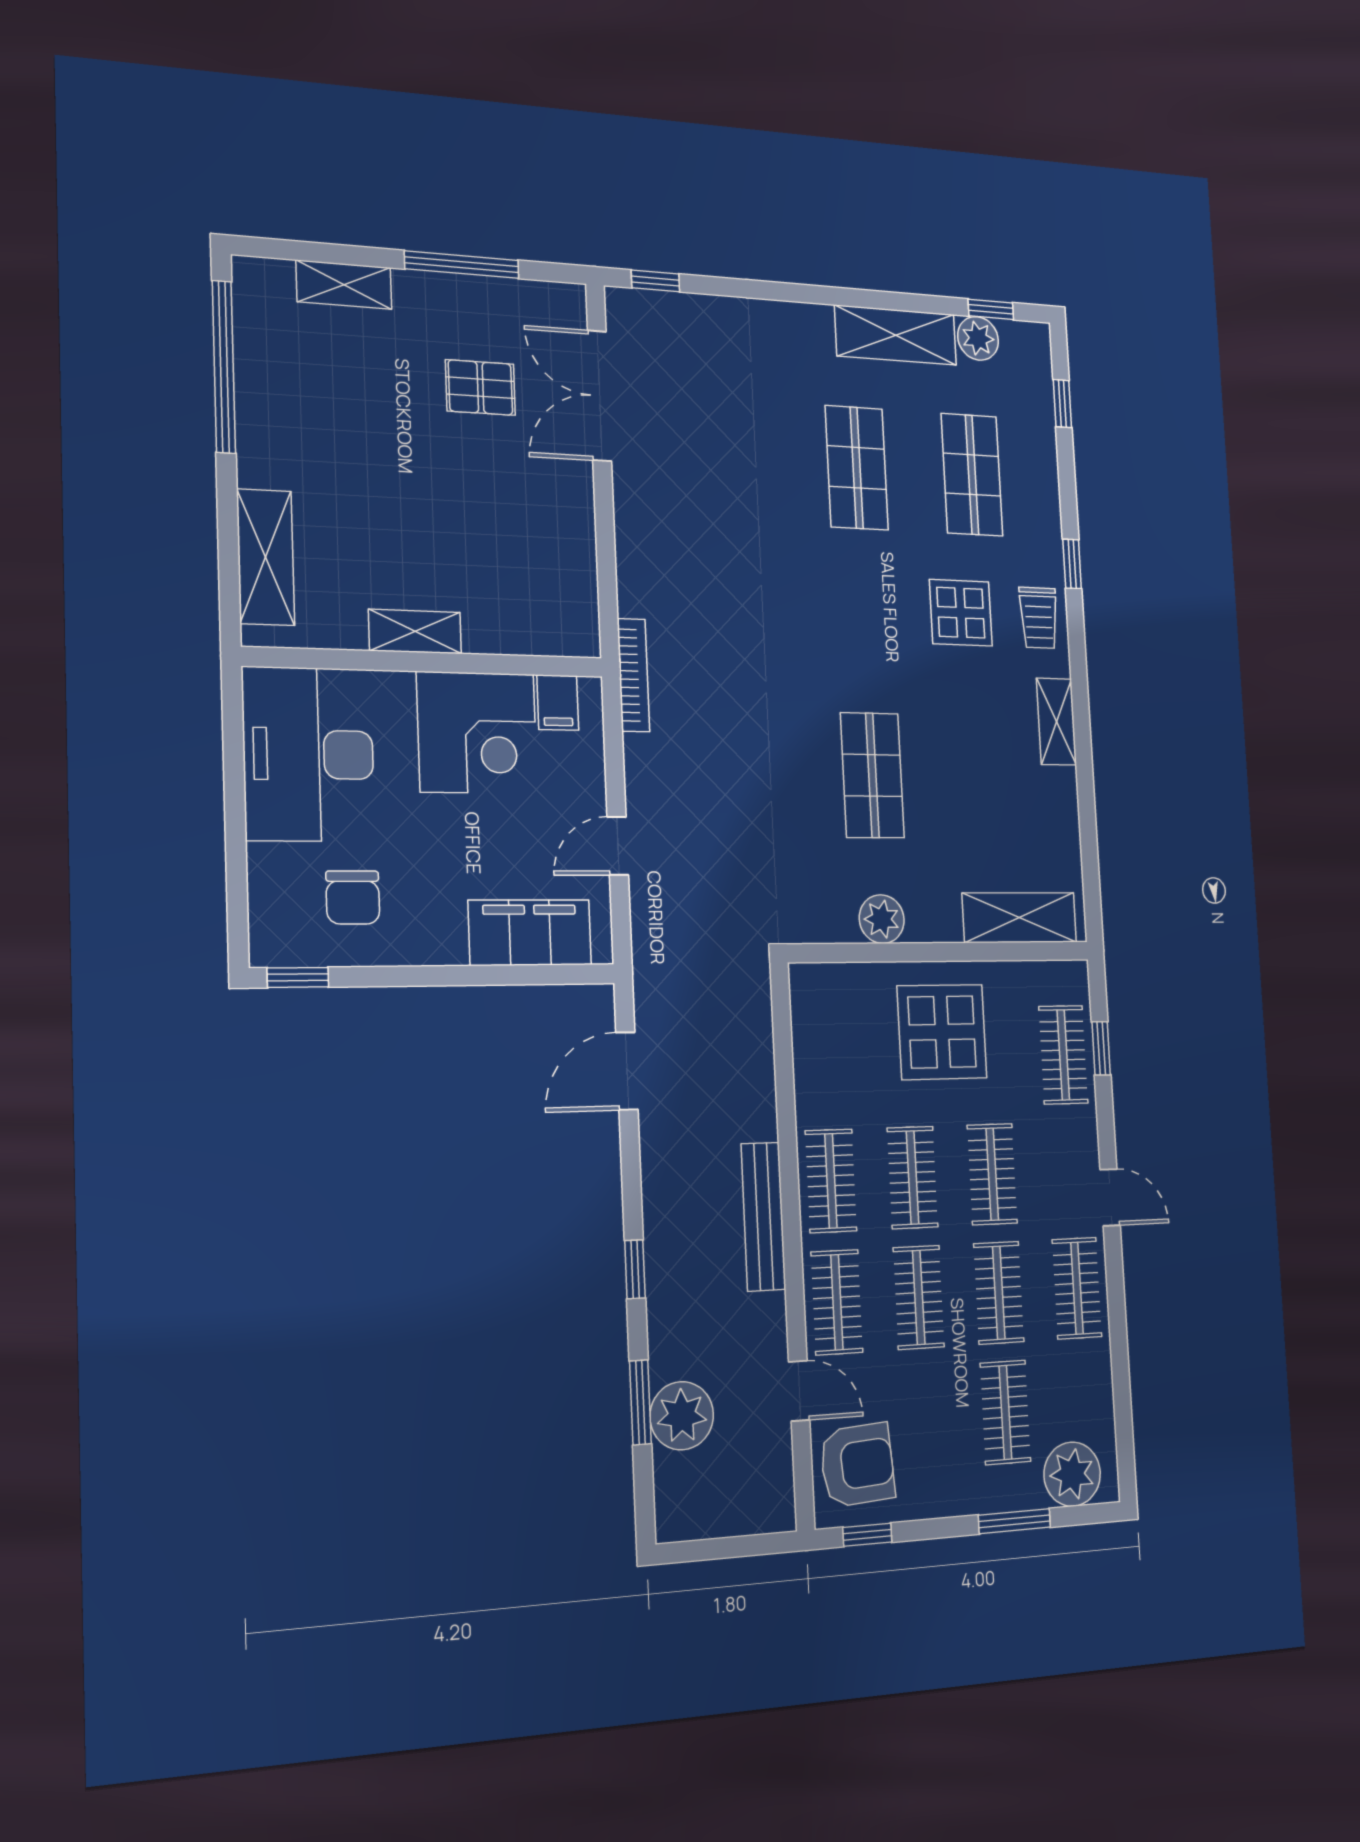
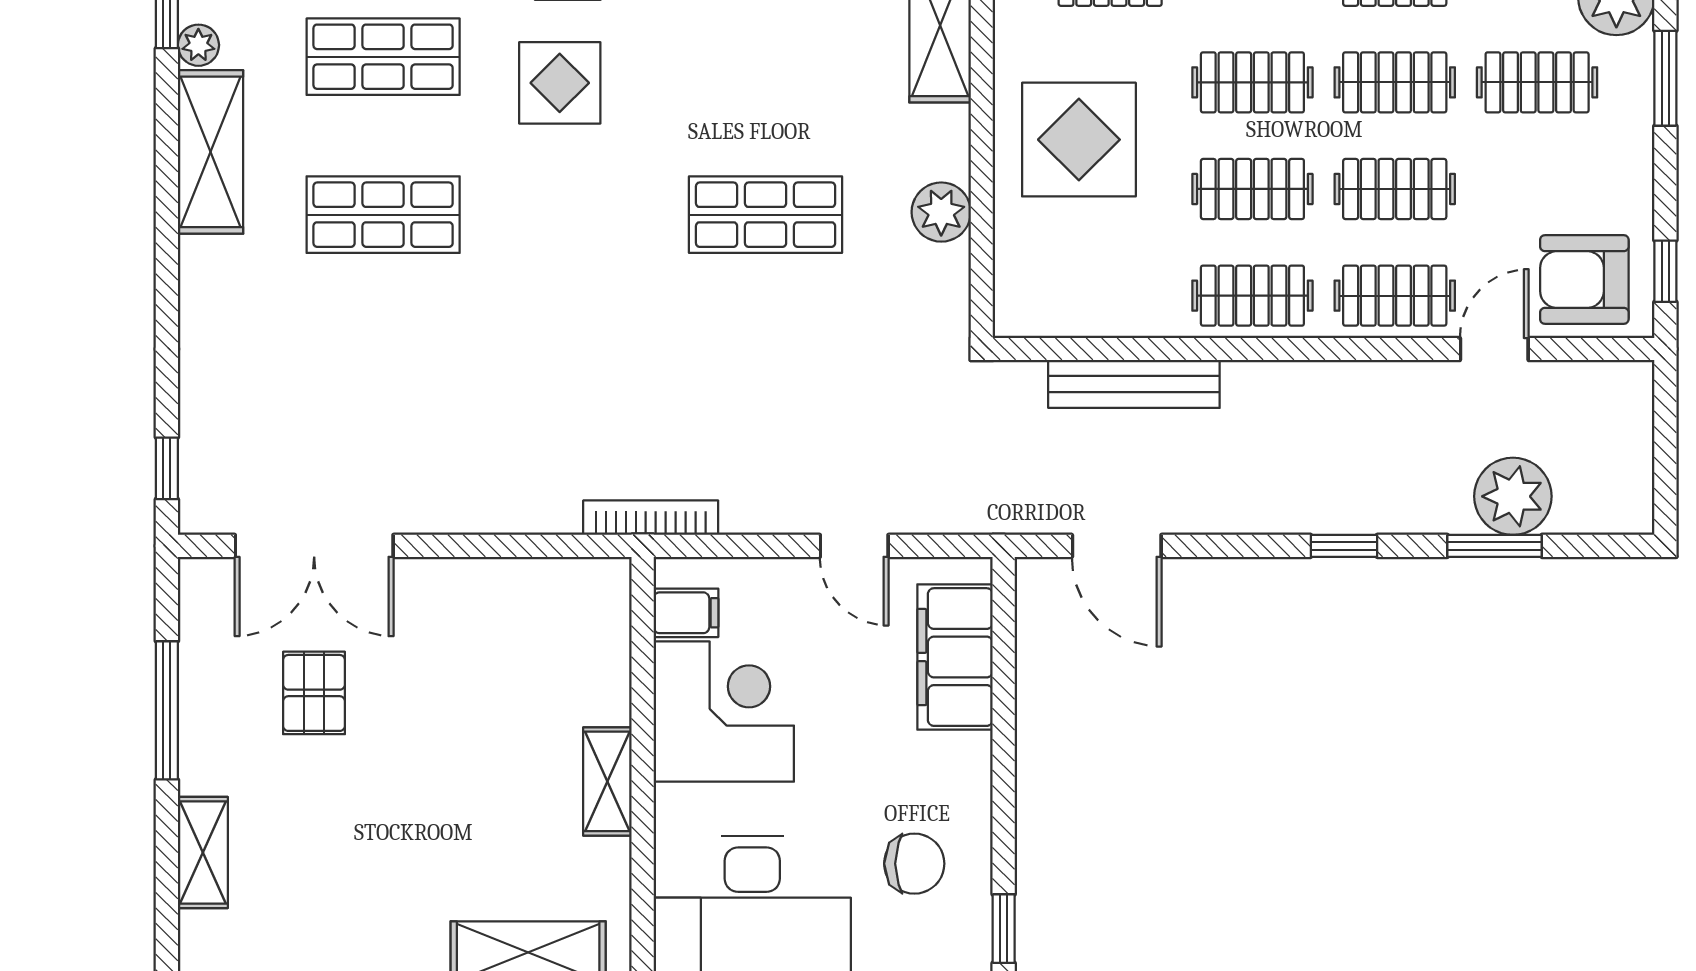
plant: (978, 338) -> (198, 45), width x0.73, depth x0.73
bench: (763, 1216) -> (1134, 384), moved
armchair: (857, 1465) -> (1584, 280), turned -86

